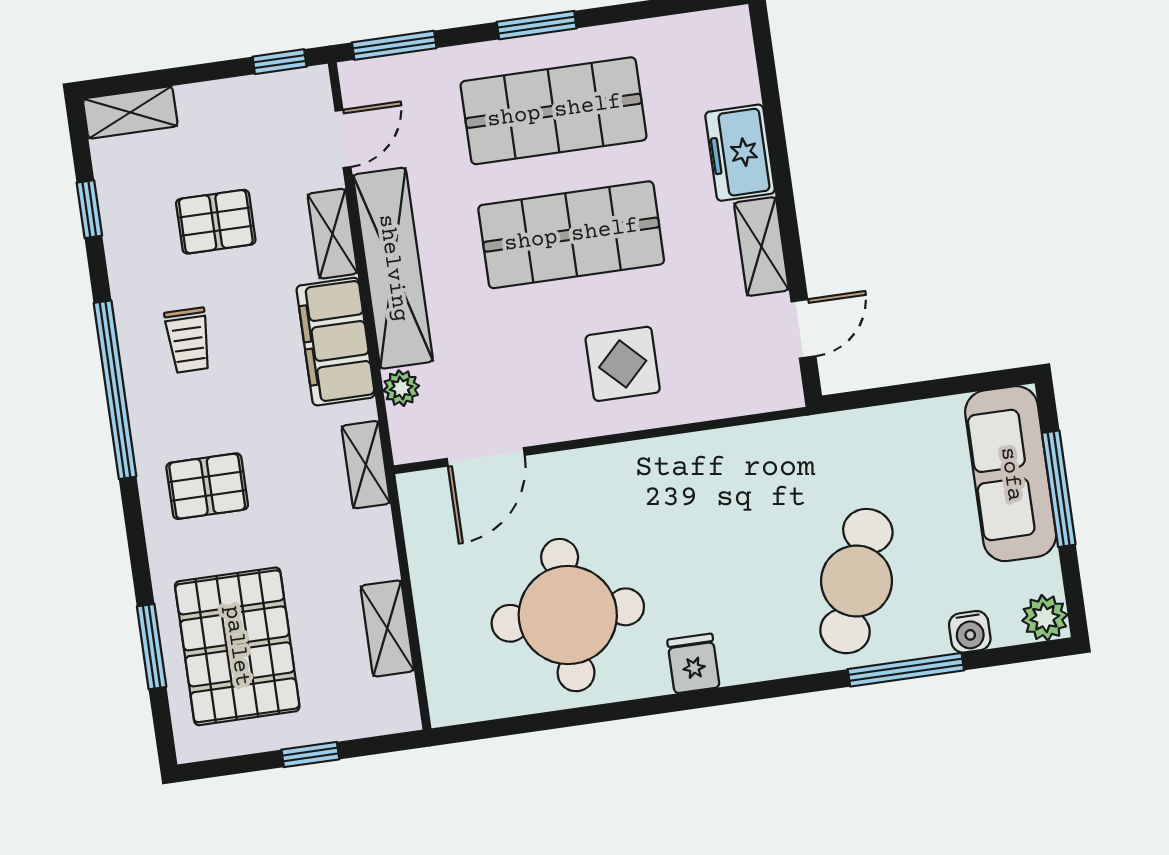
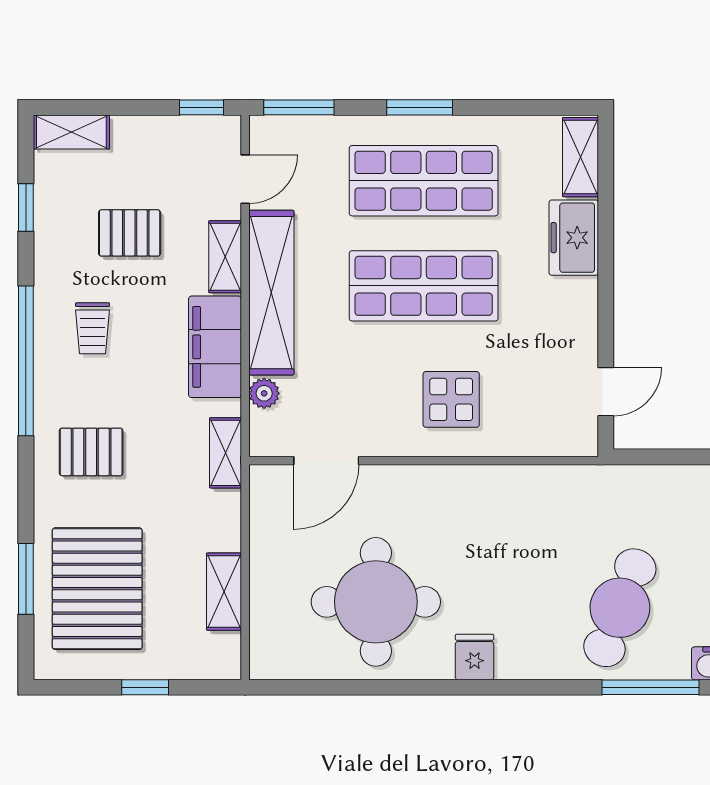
shelving: (761, 247) -> (580, 157), moved

